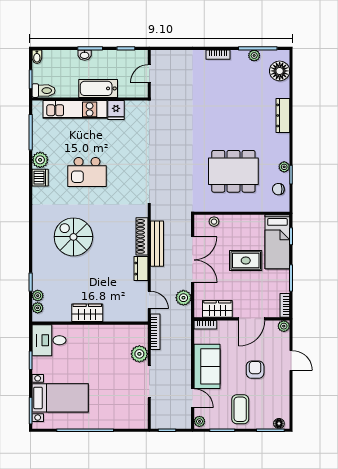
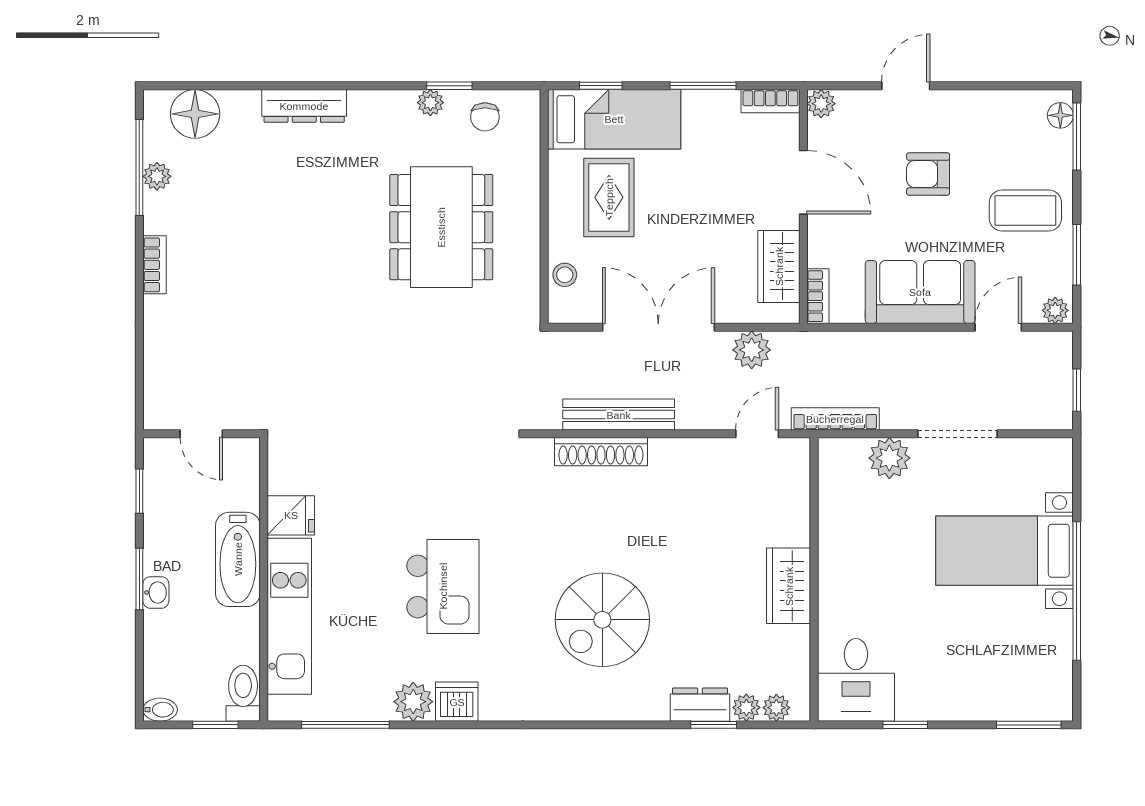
rug: (246, 261) -> (609, 197), moved
dresser: (141, 269) -> (700, 705), moved, turned 180
bed with nightstands: (60, 398) -> (1005, 551), moved, turned -90

